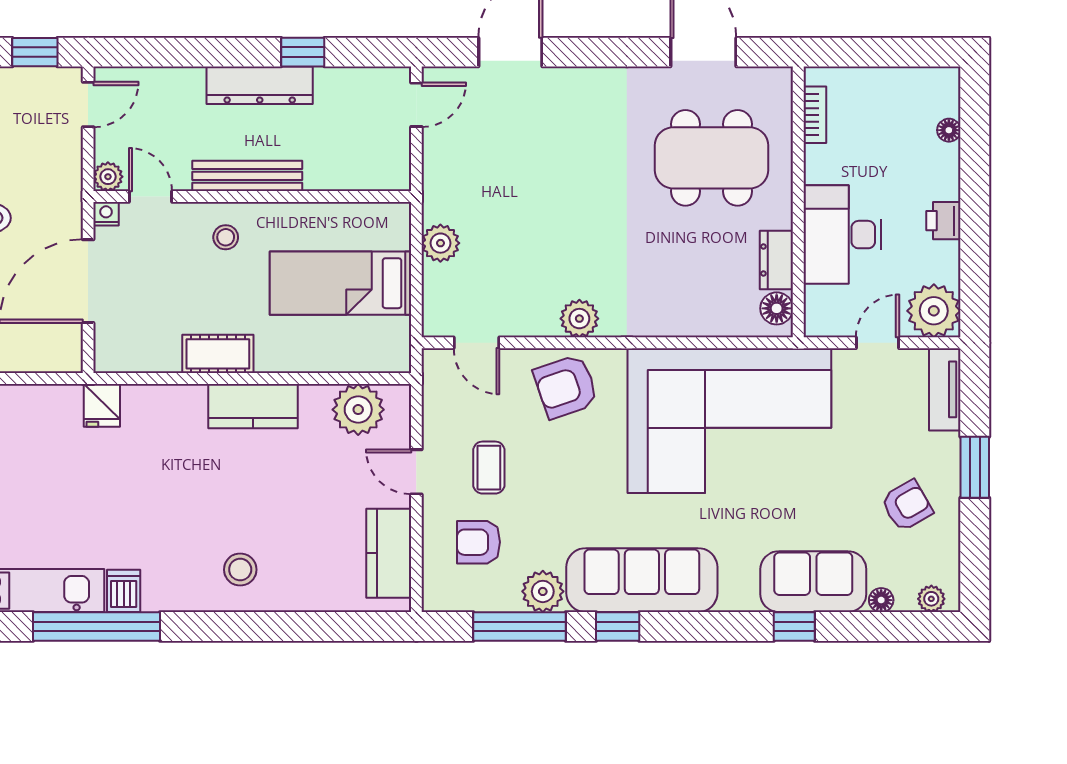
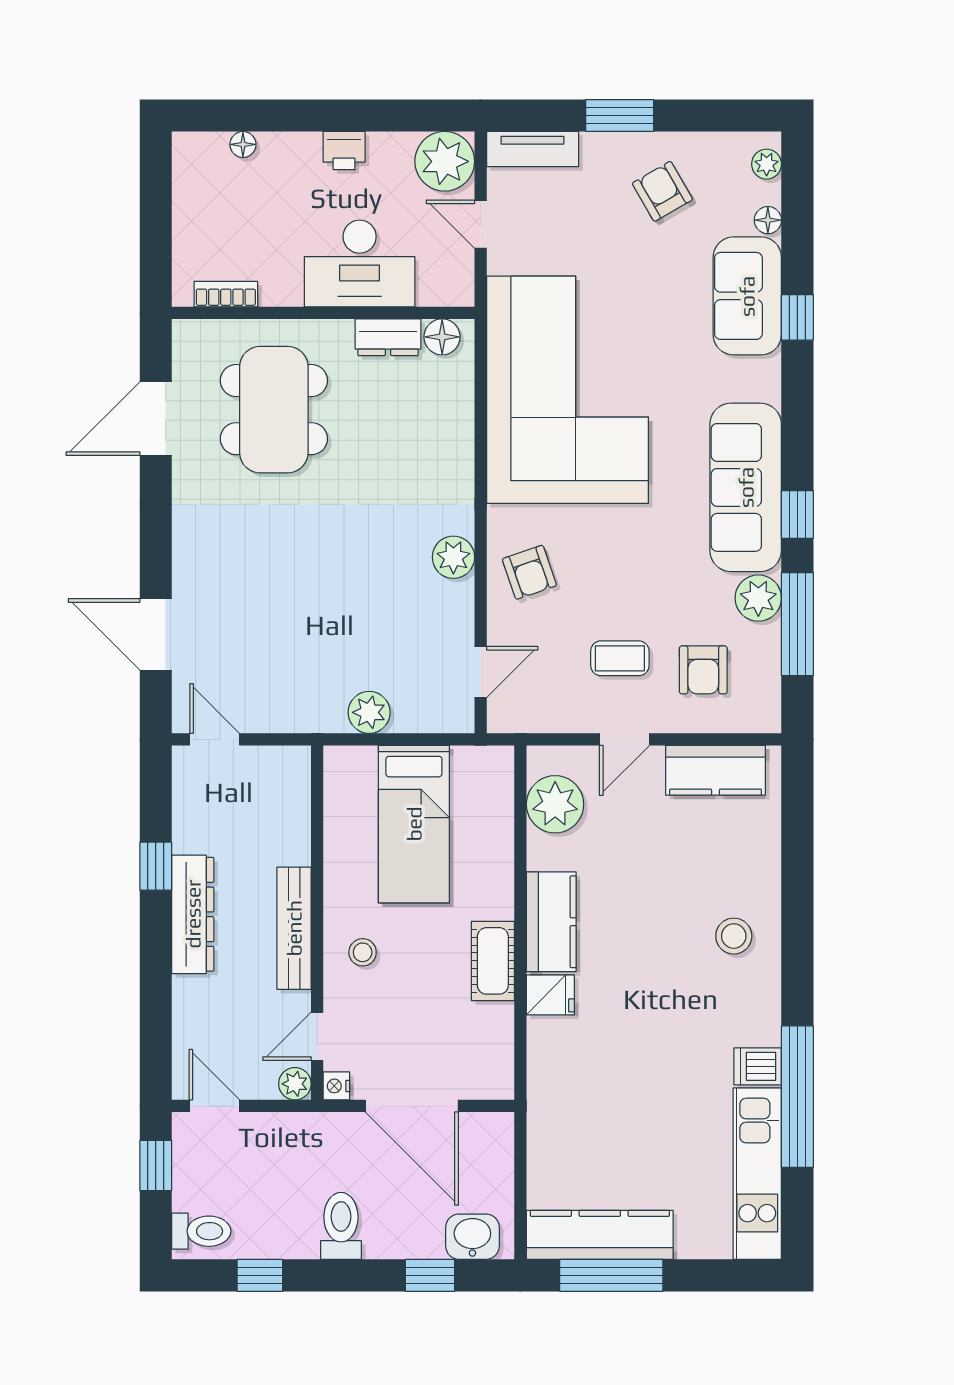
armchair: (566, 387) -> (529, 572), width x0.72, depth x0.72
fridge: (102, 405) -> (550, 995), moved

